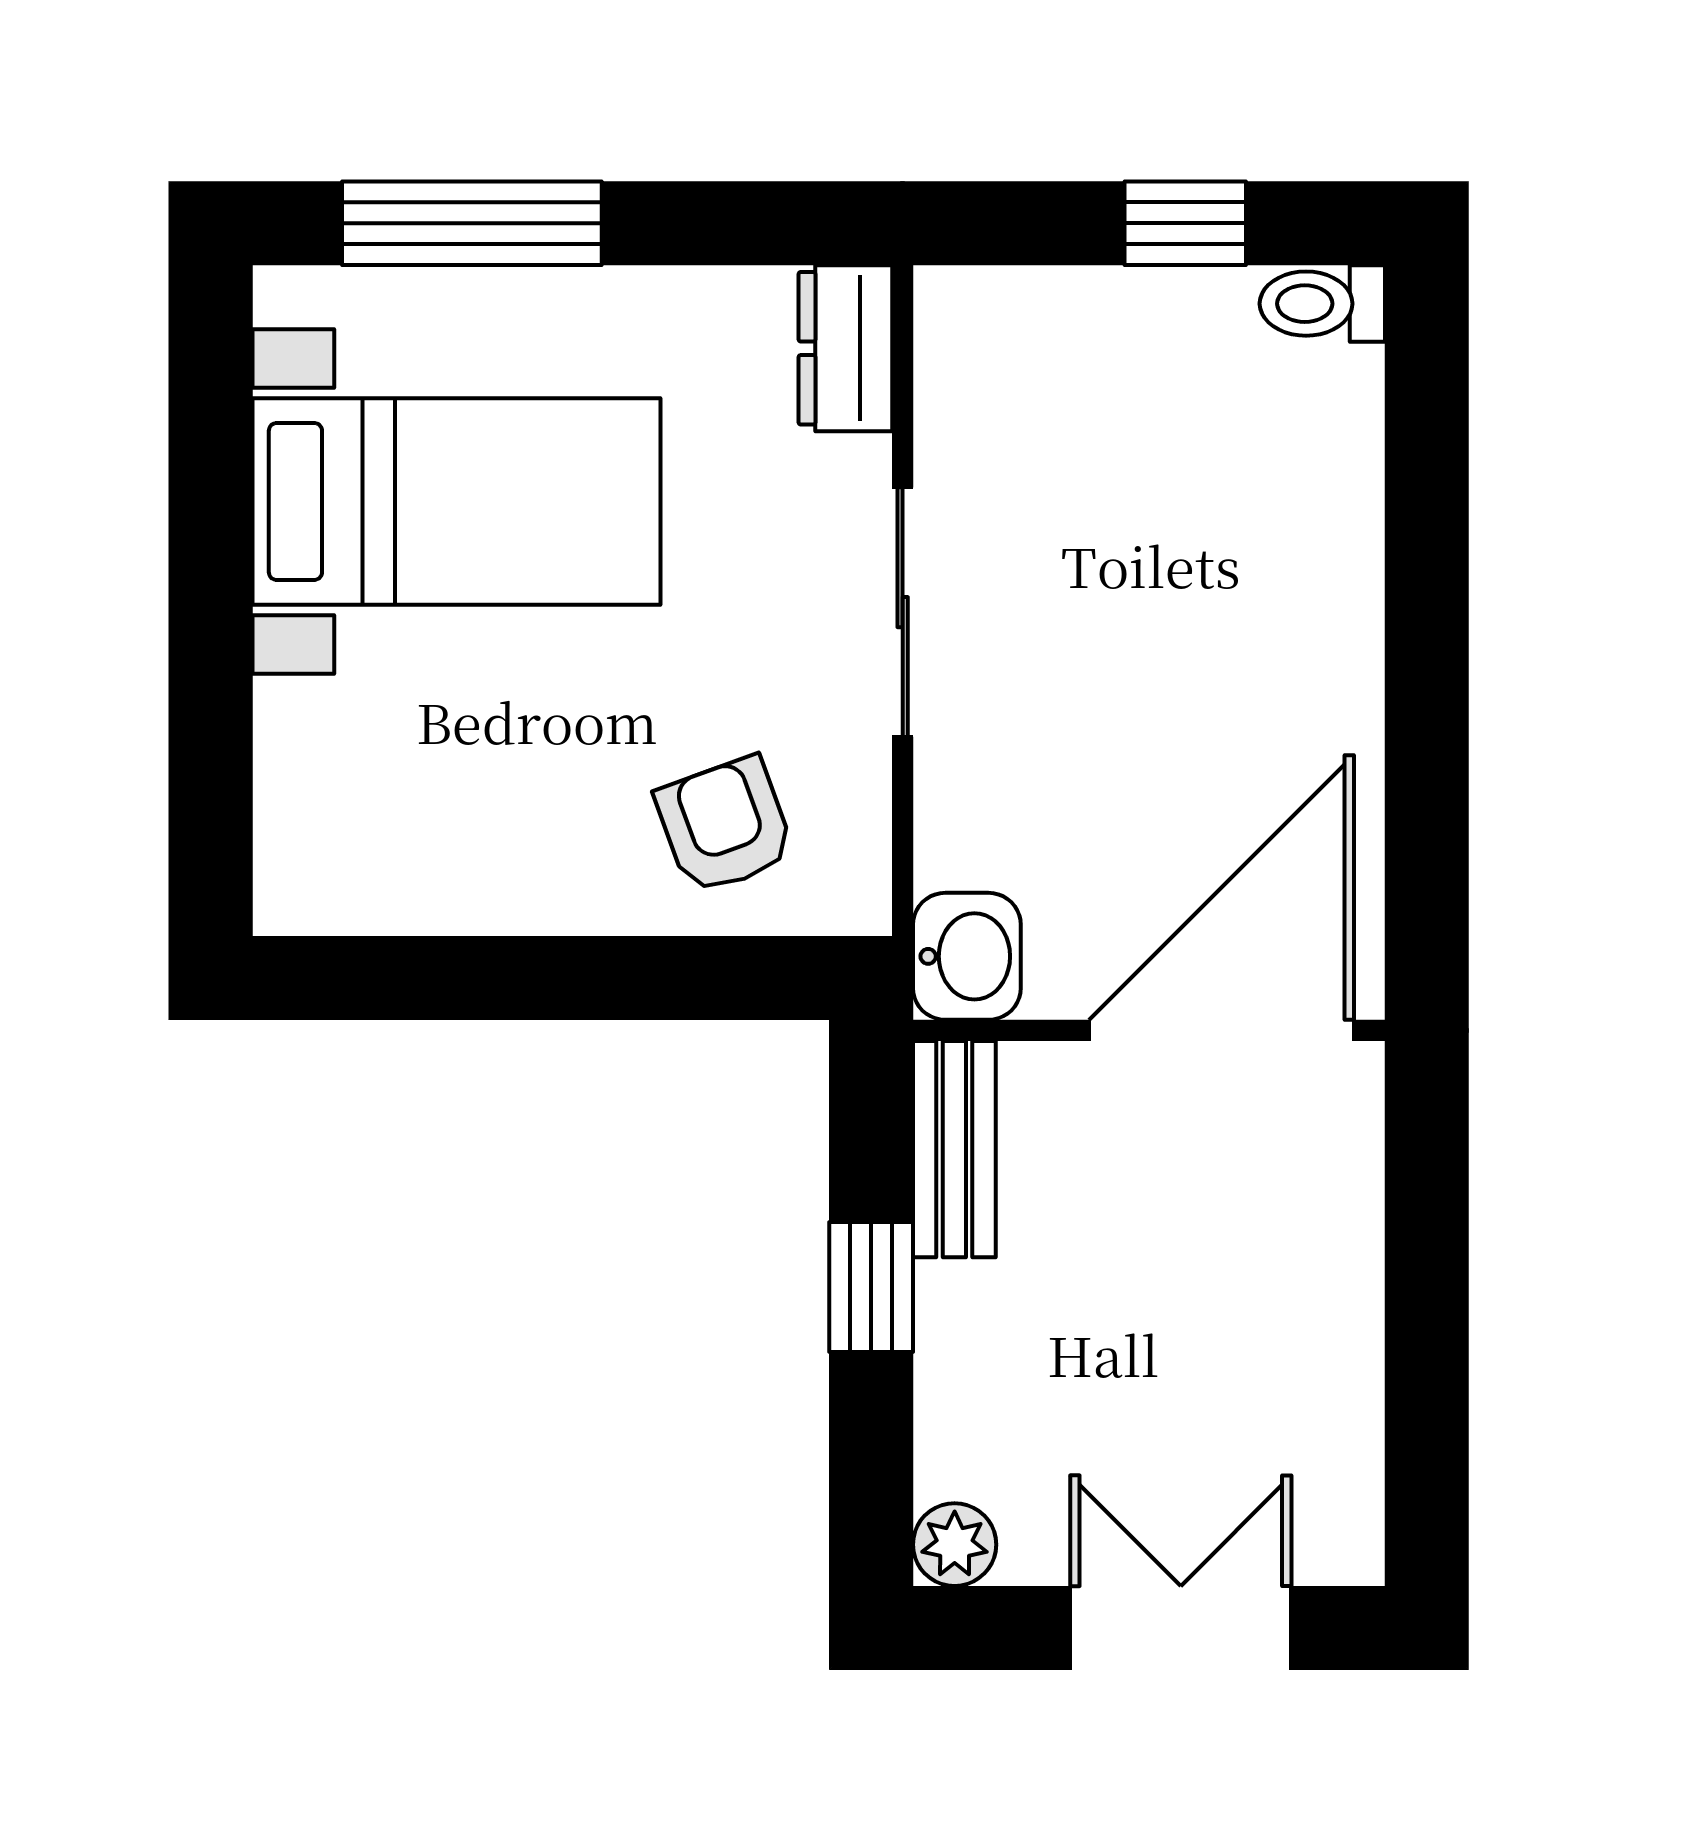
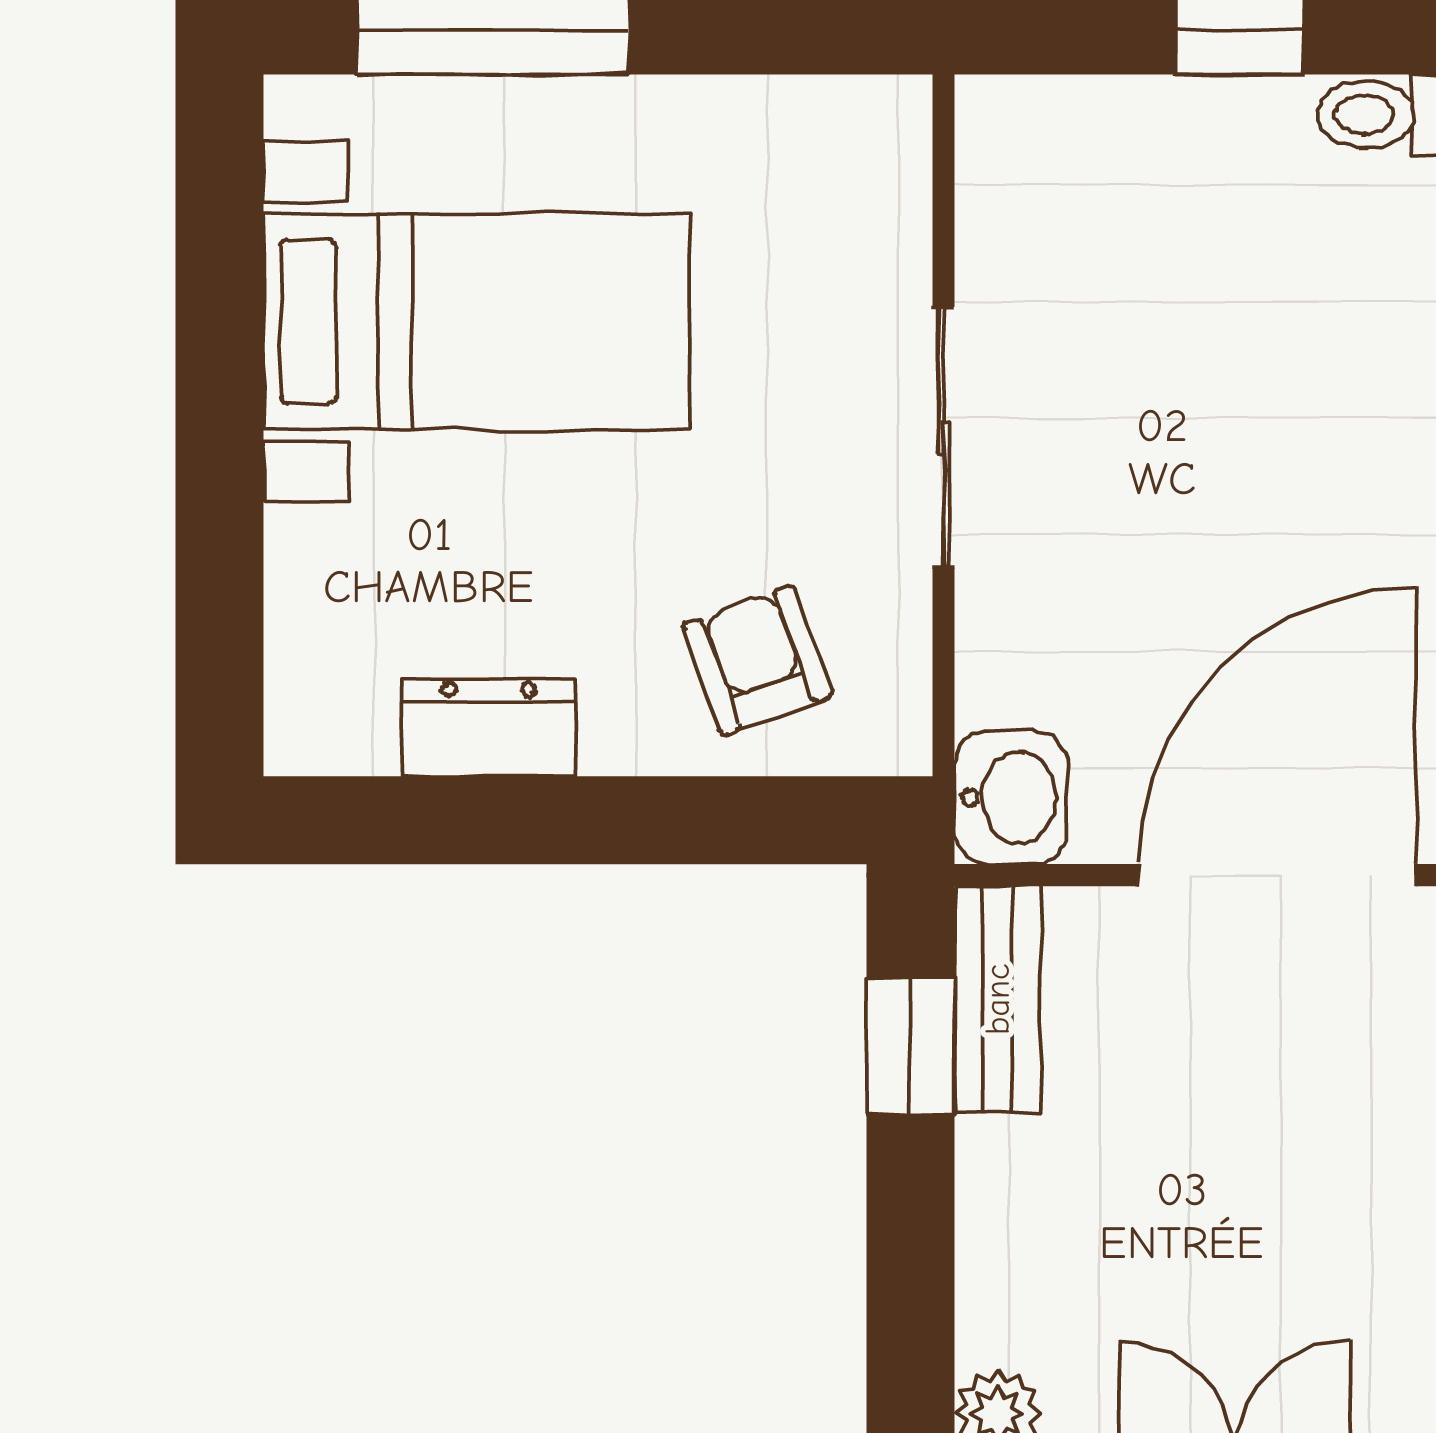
dresser: (845, 348) -> (489, 728), moved, turned 90
window: (871, 1287) -> (911, 1046), moved

